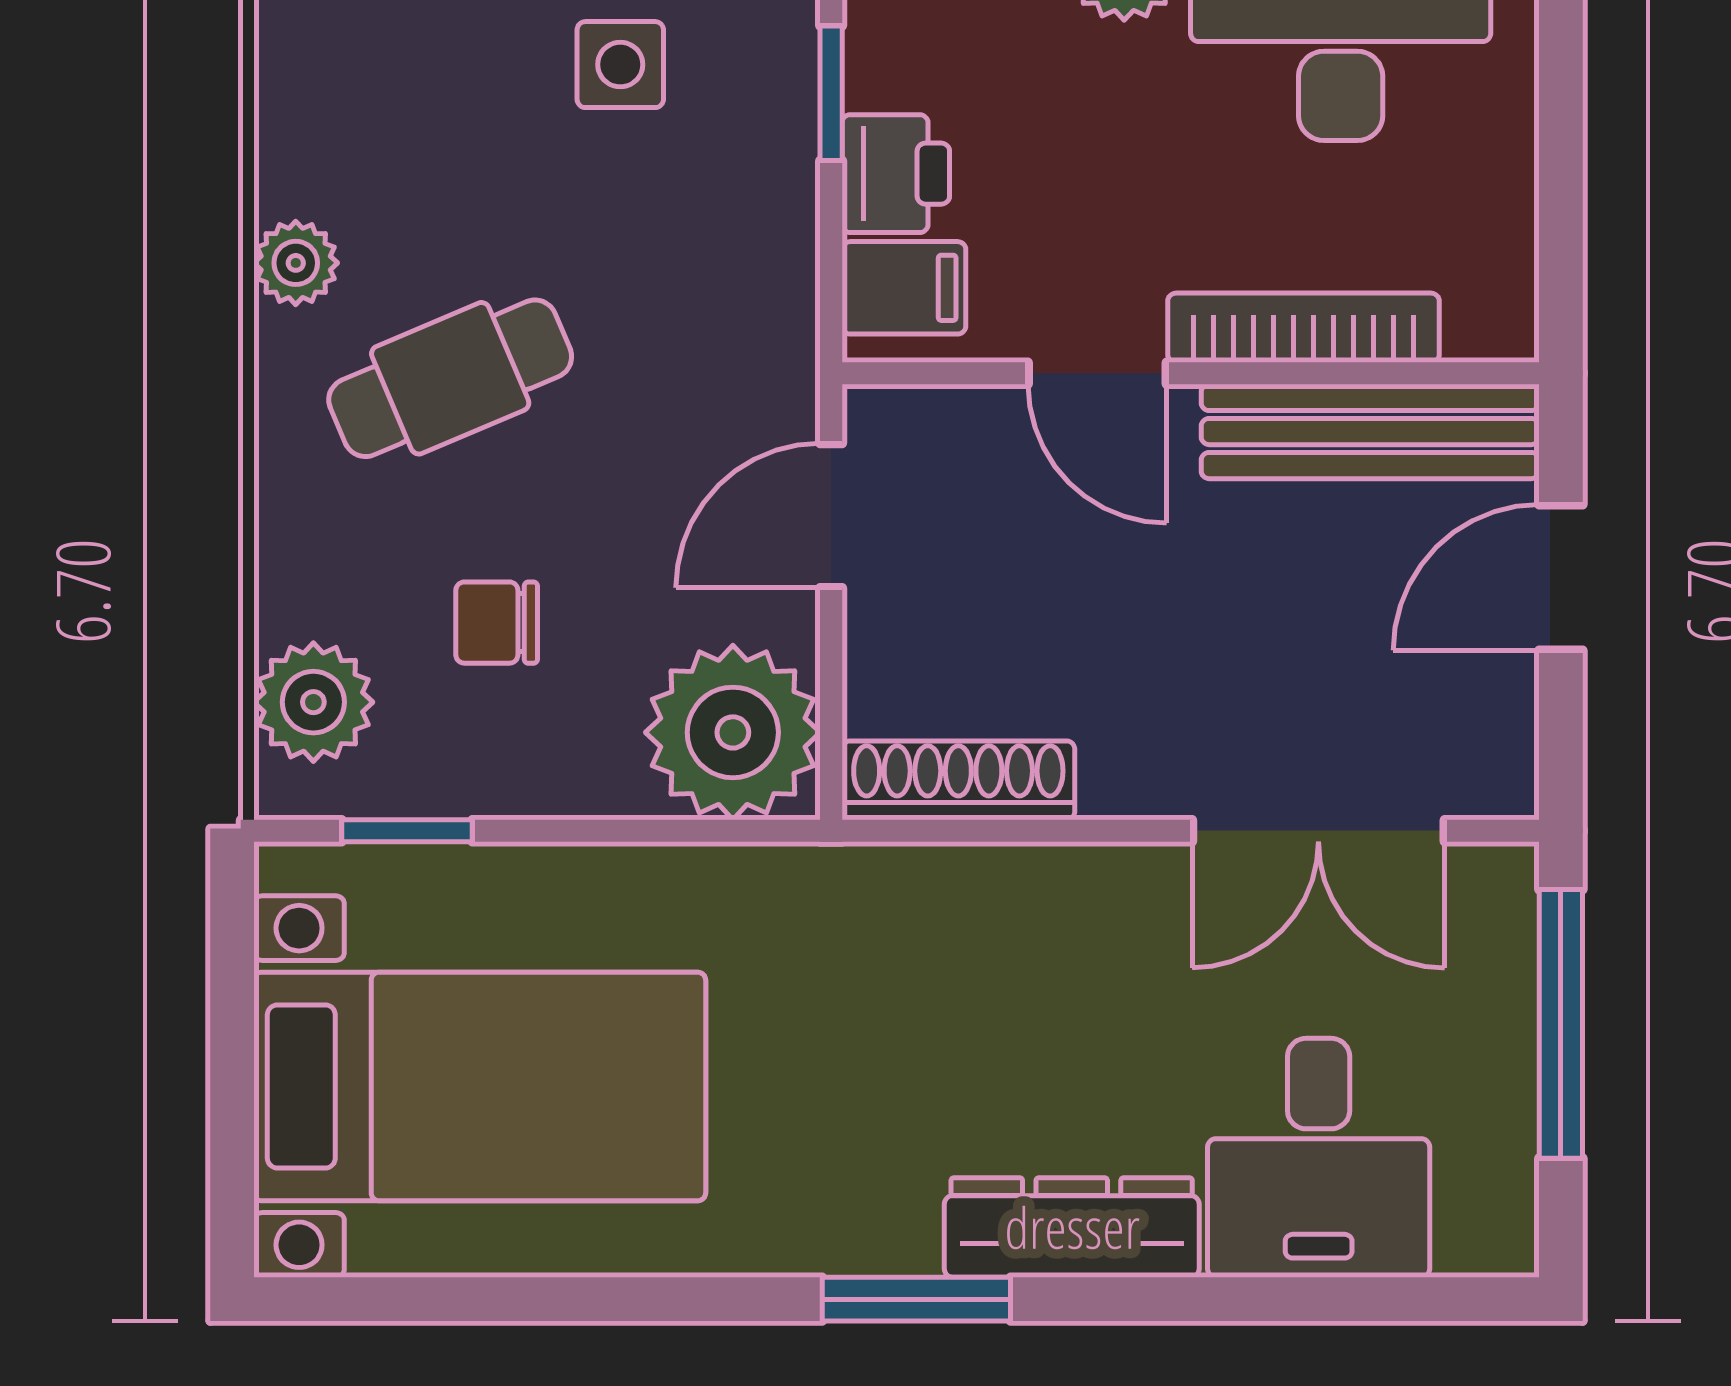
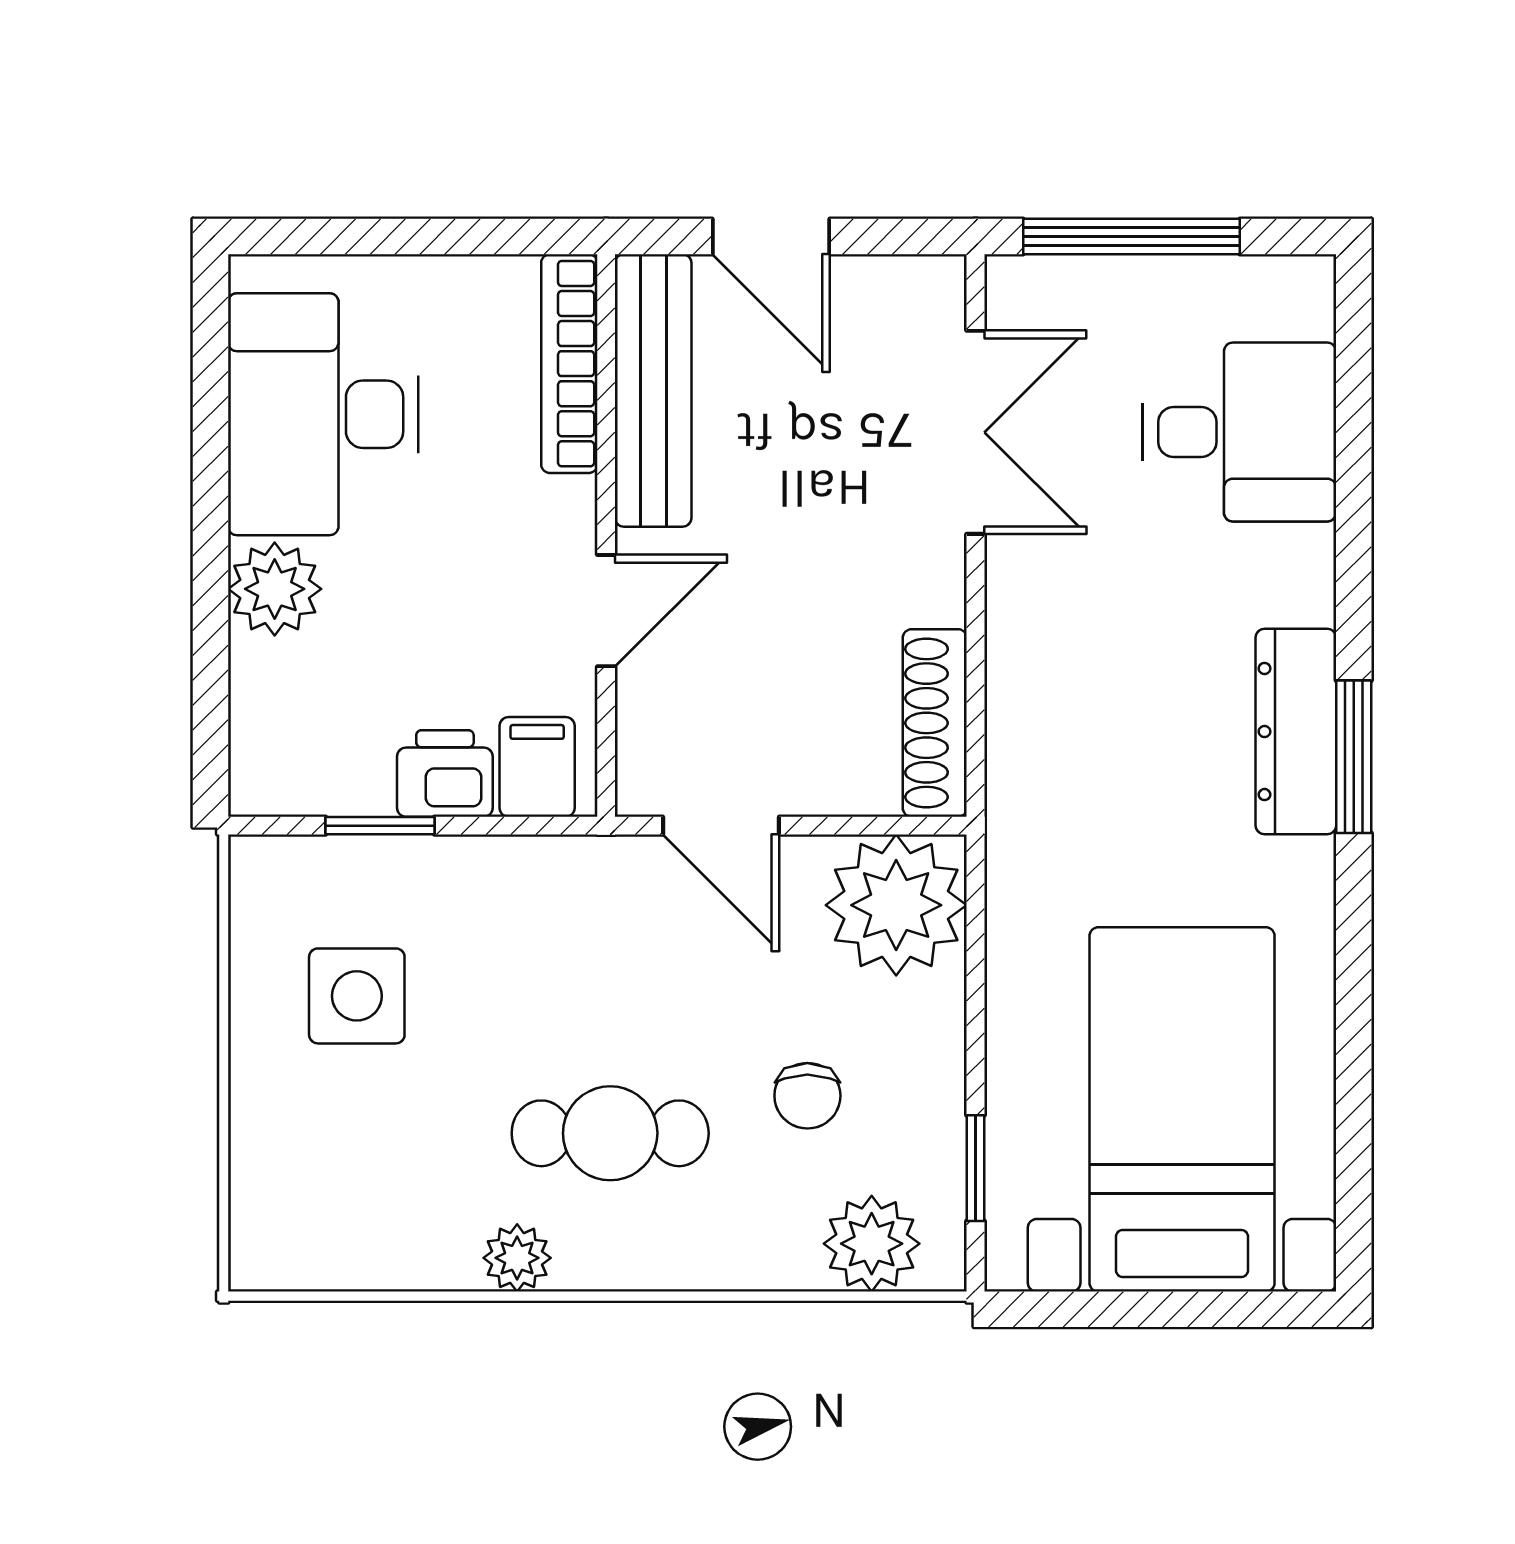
side table: (620, 65) -> (357, 996), width x1.37, depth x1.37
bookcase: (1304, 328) -> (569, 364), moved
cafe table: (450, 378) -> (610, 1133), turned -67
dresser: (1072, 1227) -> (1296, 732), moved

